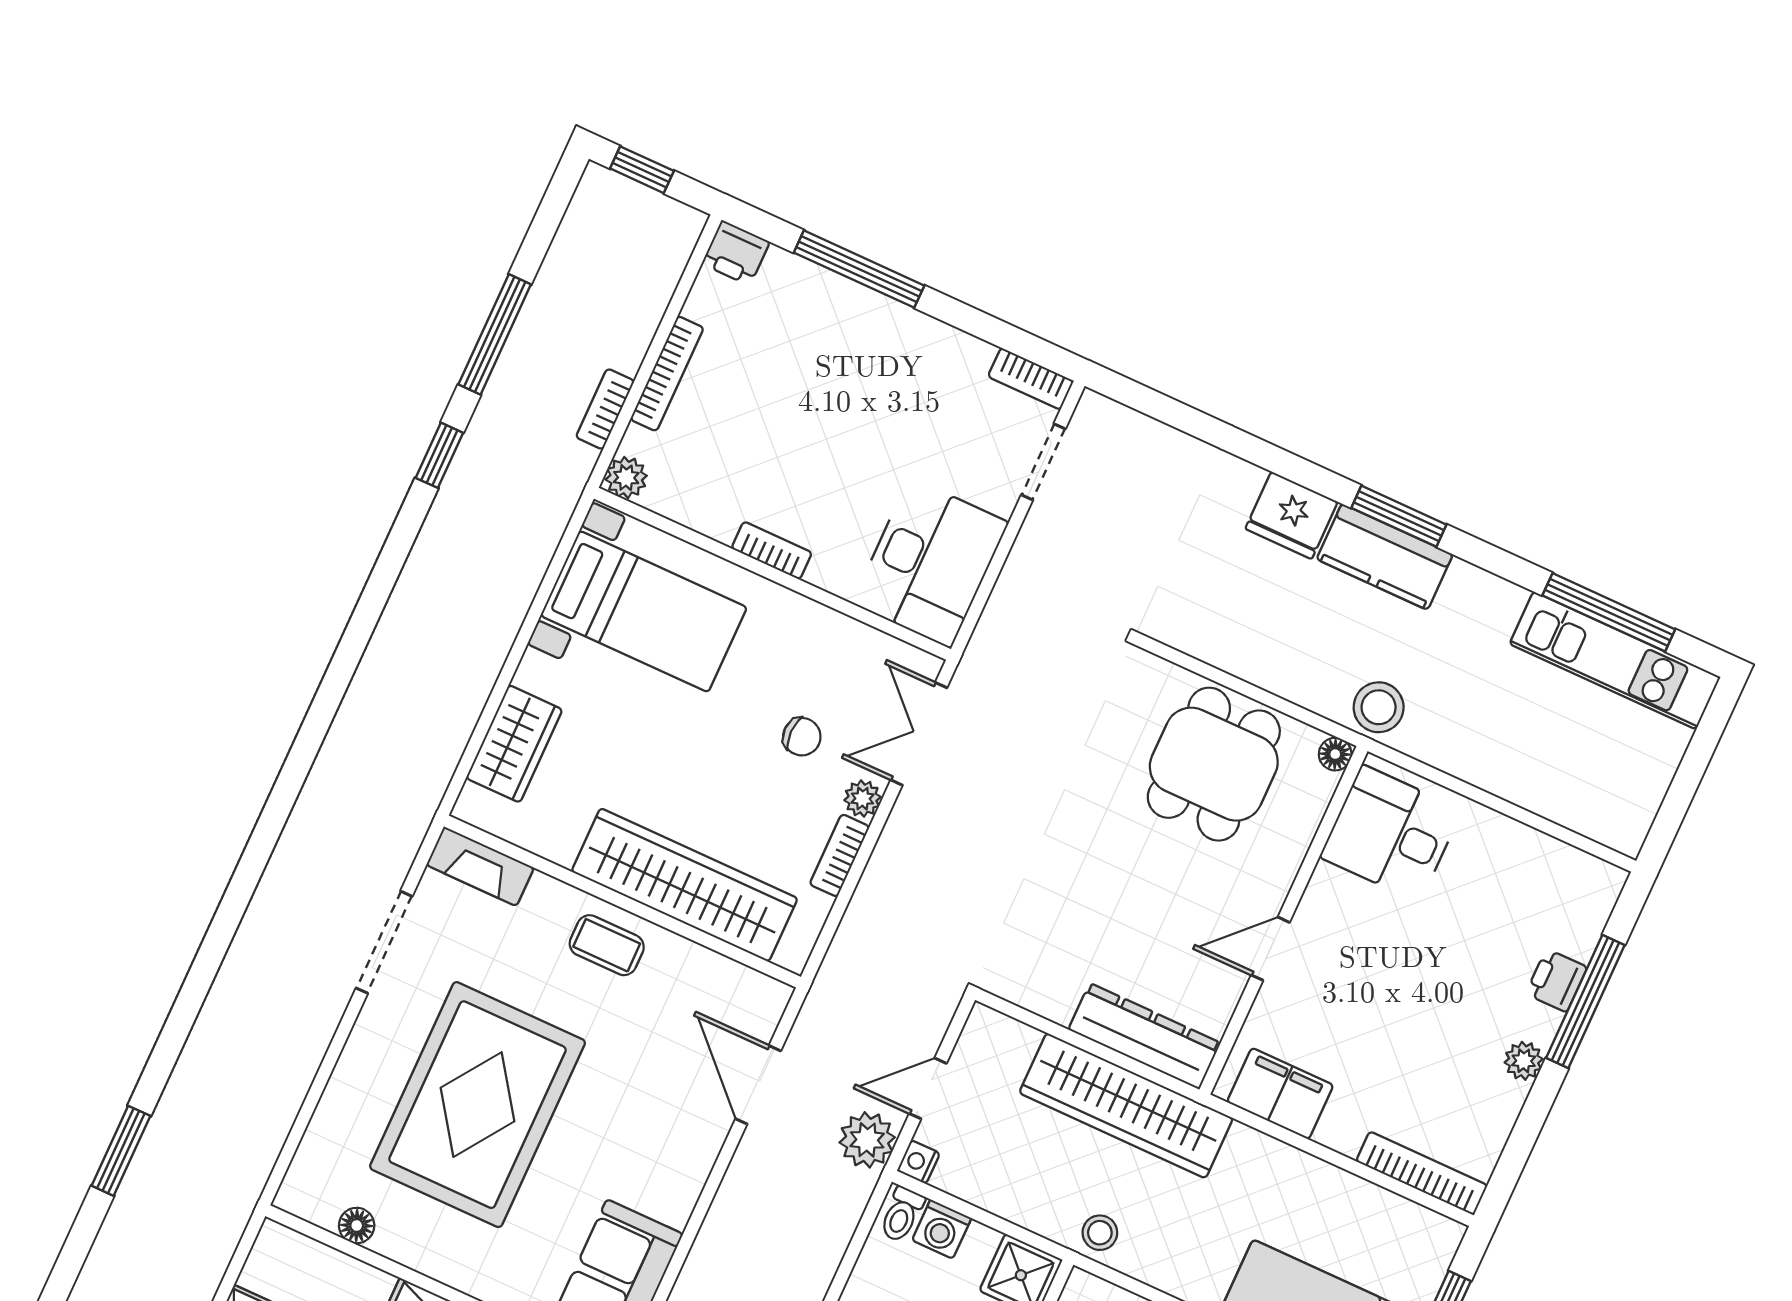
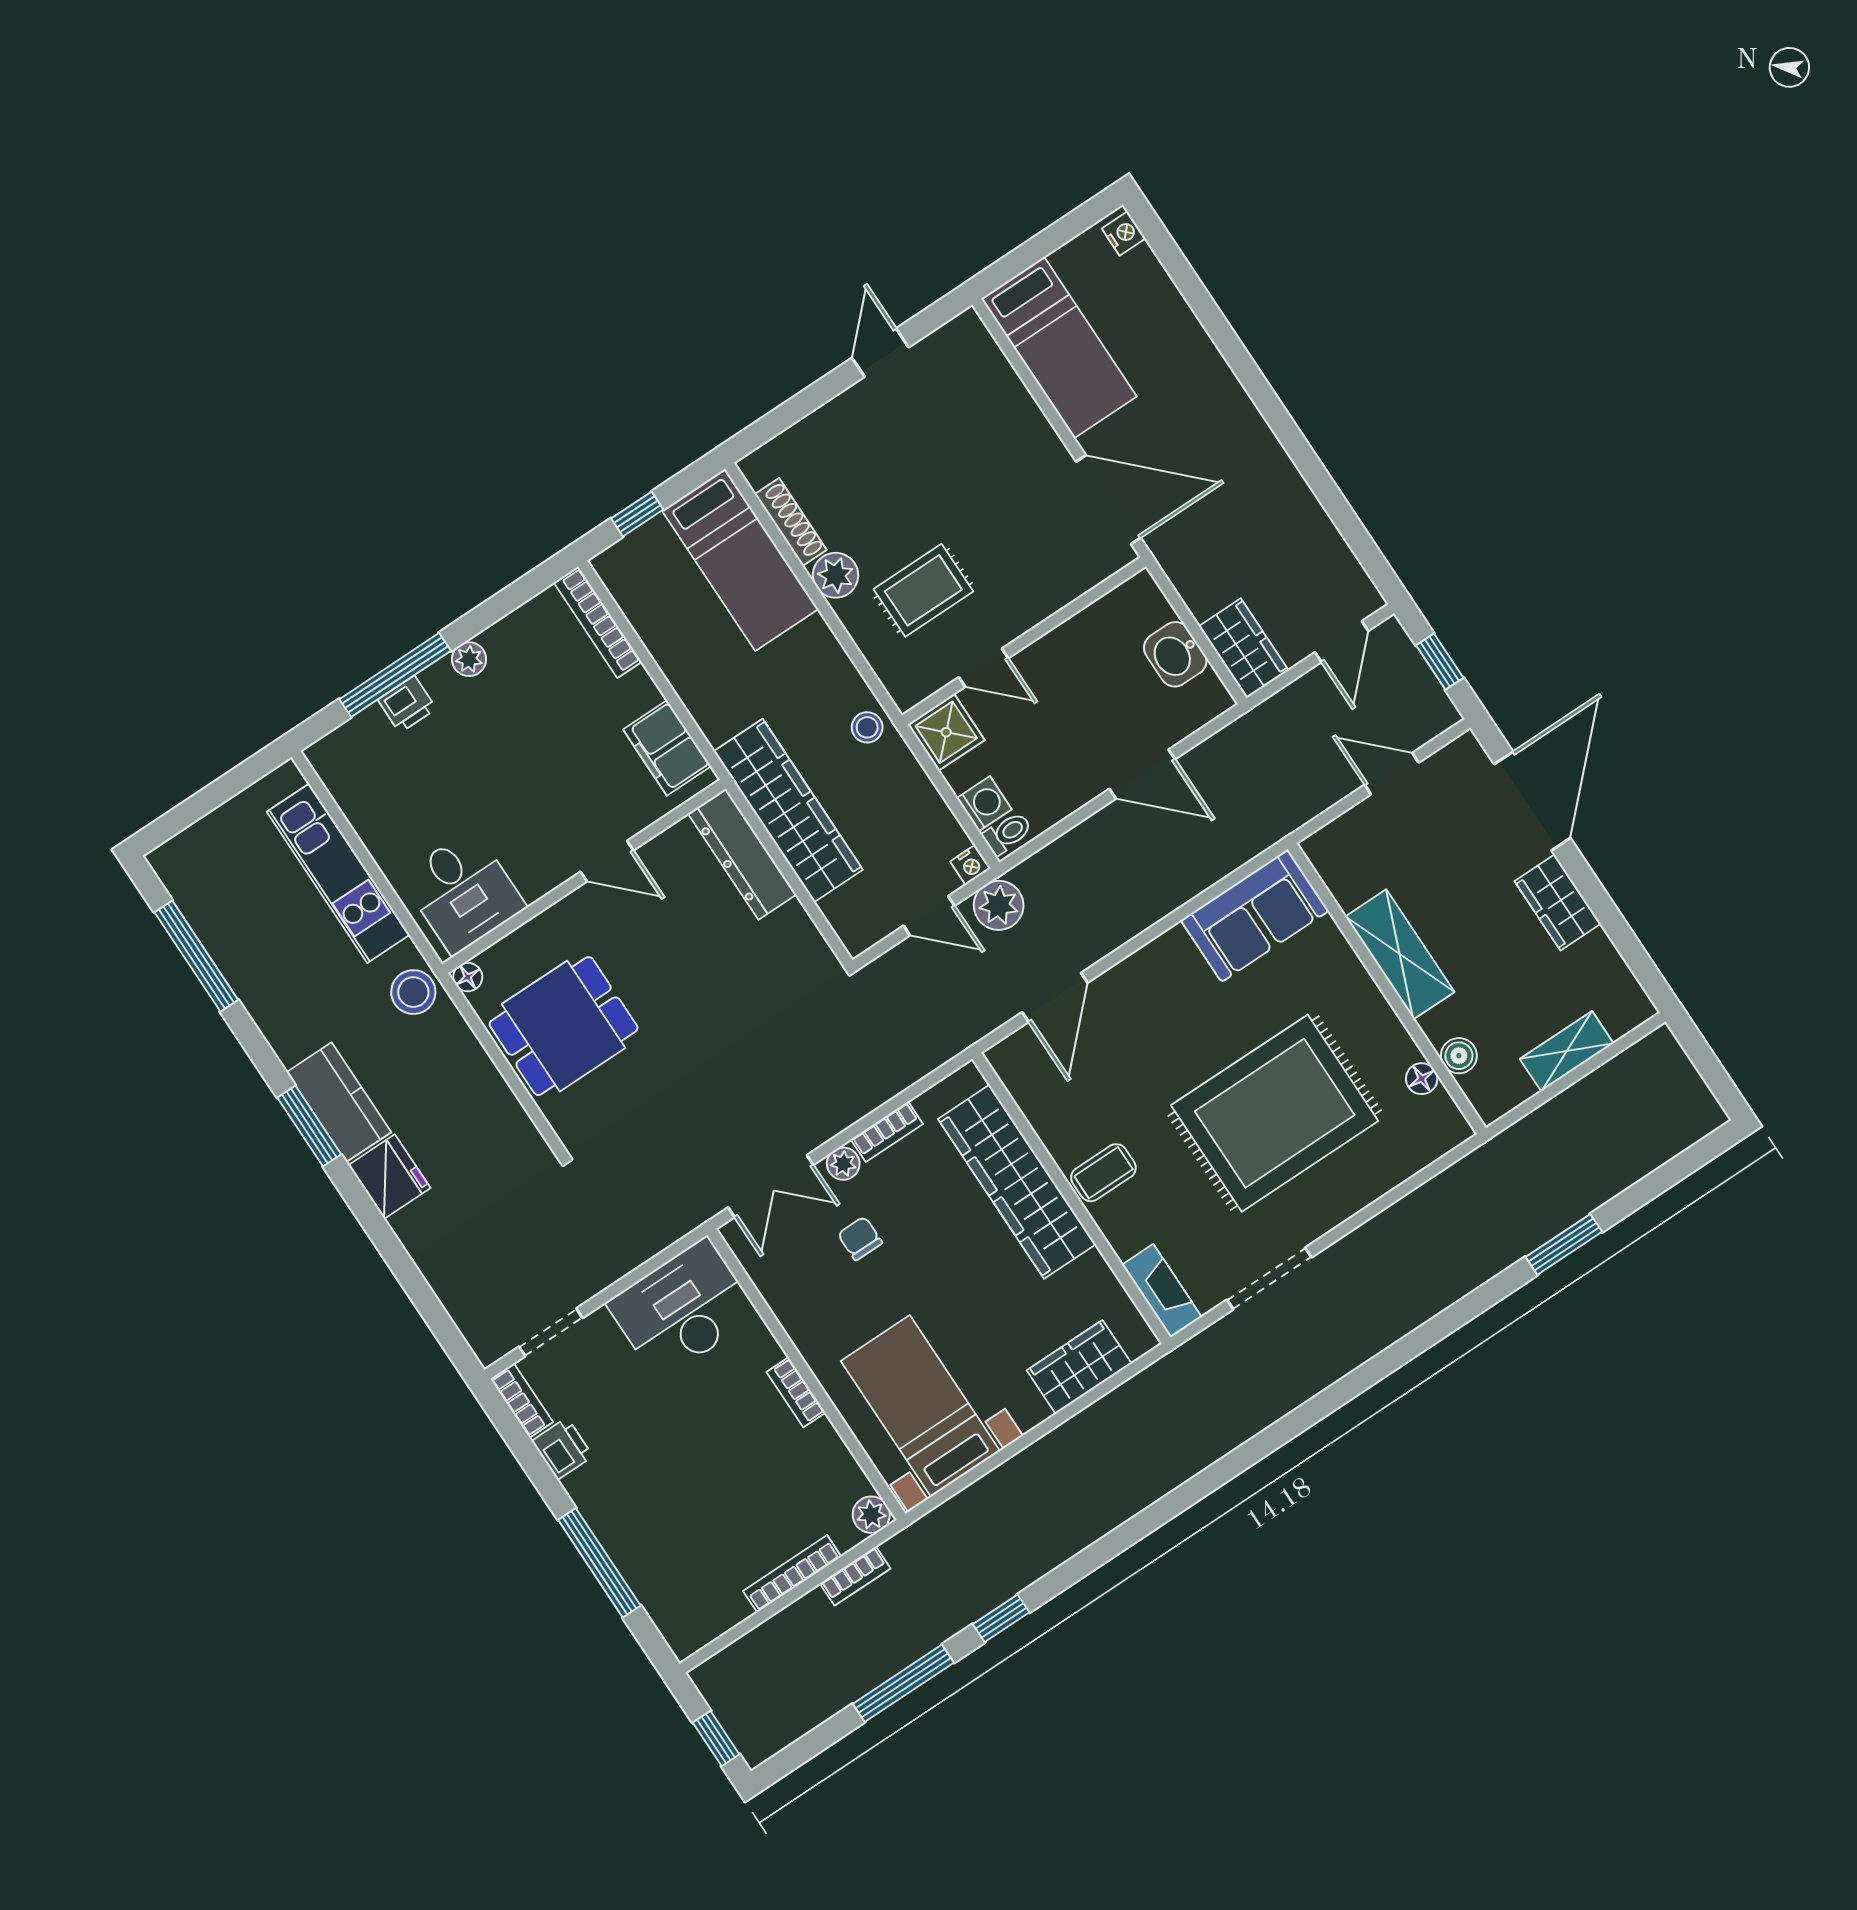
printer: (736, 253) -> (562, 1449), moved
kitchen unit: (1615, 660) -> (338, 873), moved, turned 180
coffee table: (607, 945) -> (1103, 1173), turned 90
boiler: (335, 1270) -> (1459, 1056), added

